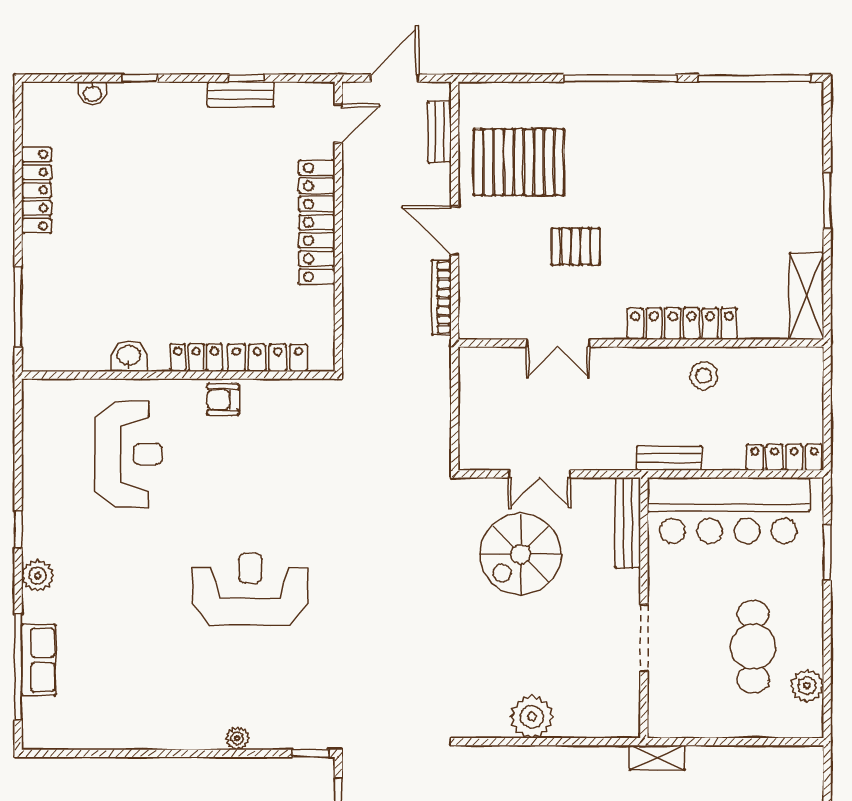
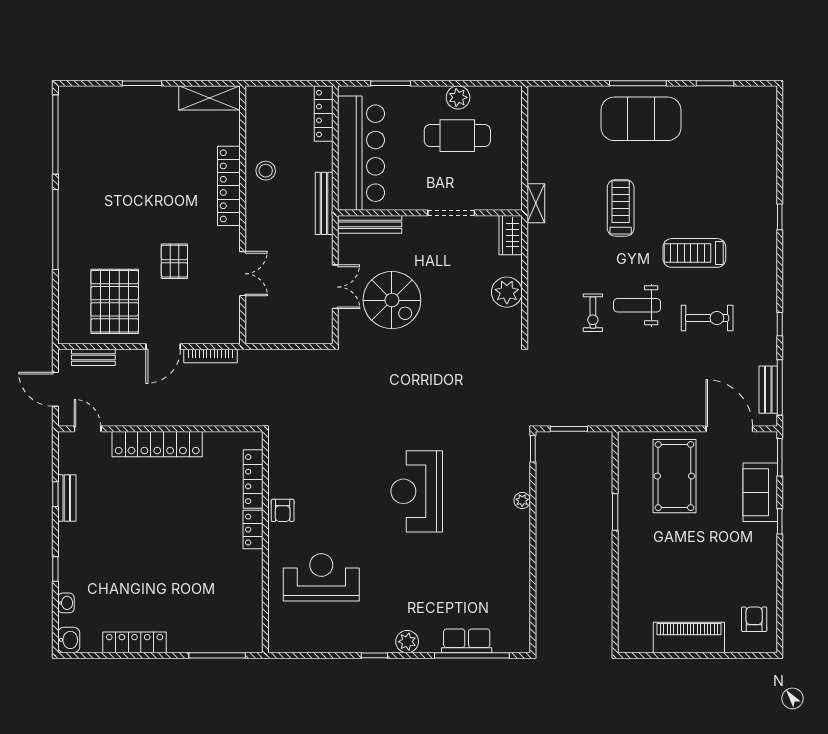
washbasin: (129, 356) -> (69, 640), moved, turned 180
bench: (669, 458) -> (324, 203), width x1.36
plant: (807, 686) -> (458, 97), moved
wardrobe: (612, 722) -> (511, 235), added

